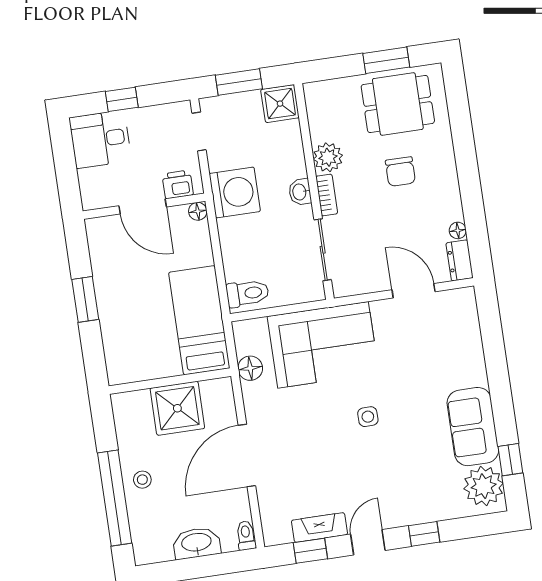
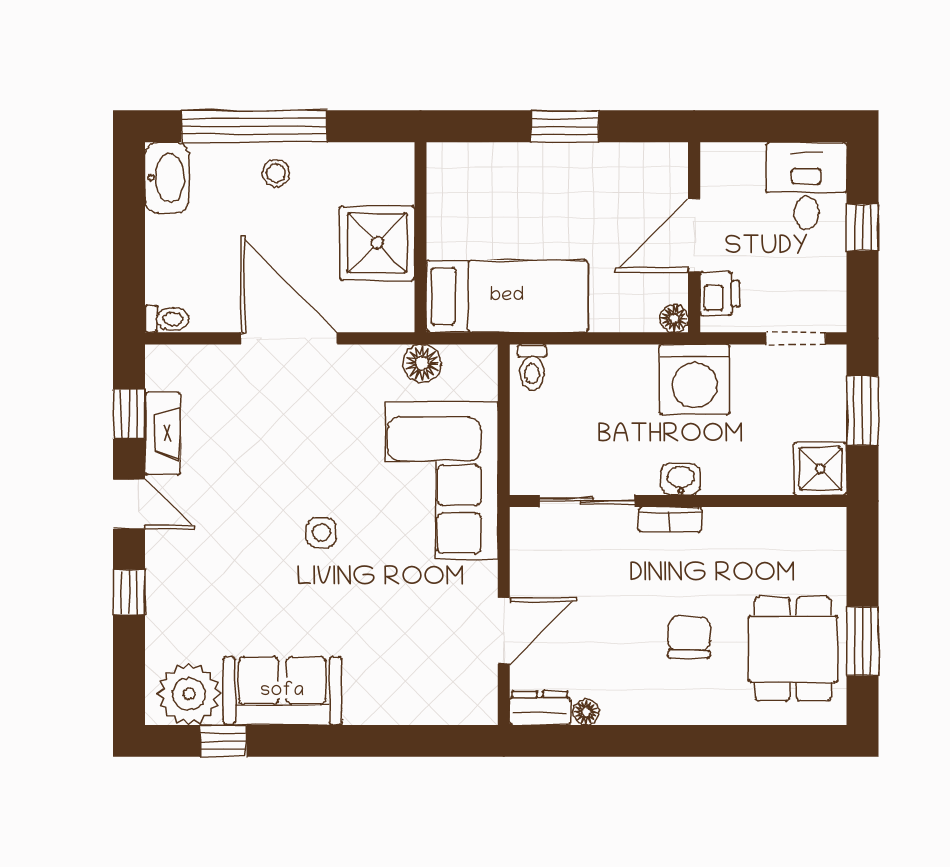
plant: (328, 157) -> (727, 530), removed
chair: (400, 172) -> (689, 638), turned 90
toilet: (248, 293) -> (532, 367), width x0.73, depth x0.72
washbasin: (196, 543) -> (167, 178), moved

